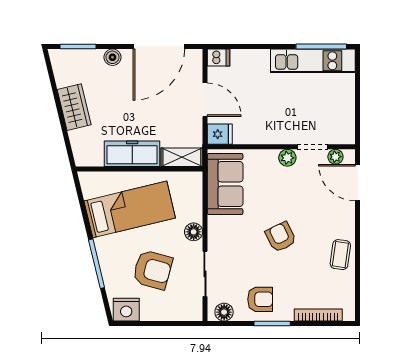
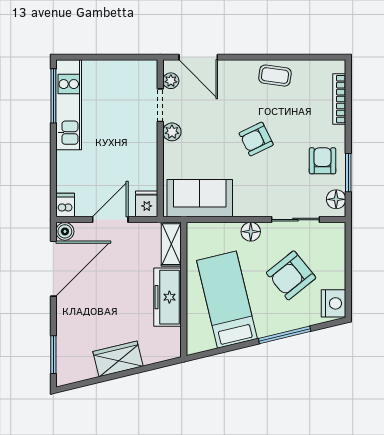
door: (159, 46) -> (53, 269), hinge flipped
boiler: (112, 57) -> (65, 231), moved
door: (358, 183) -> (198, 57), hinge flipped
armchair: (153, 270) -> (291, 275), turned -144
window: (272, 324) -> (348, 173), moved

